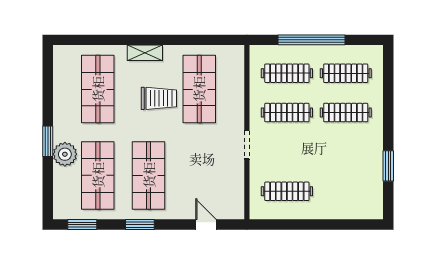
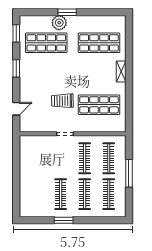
window: (311, 40) -> (129, 173), width x0.68
trolley: (159, 98) -> (62, 101), moved, turned 89
window: (388, 166) -> (64, 220), moved
shop shelf: (149, 175) -> (46, 74), removed
clothes rail: (287, 191) -> (61, 194), moved

